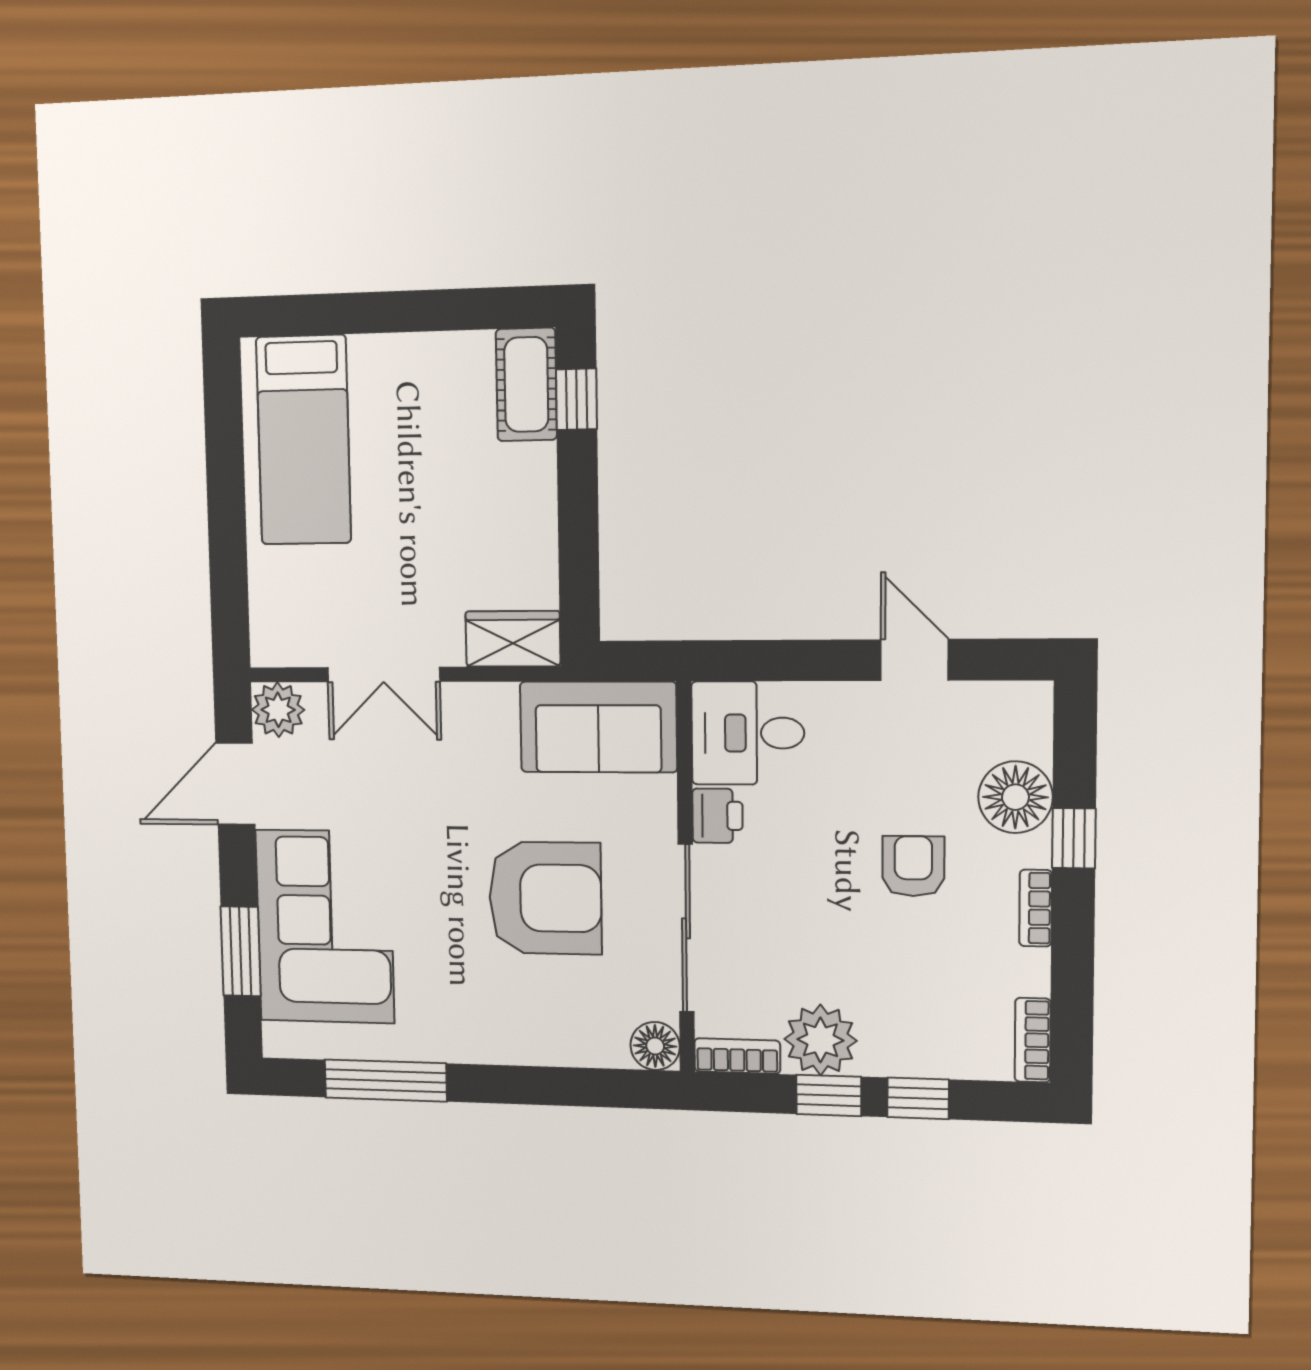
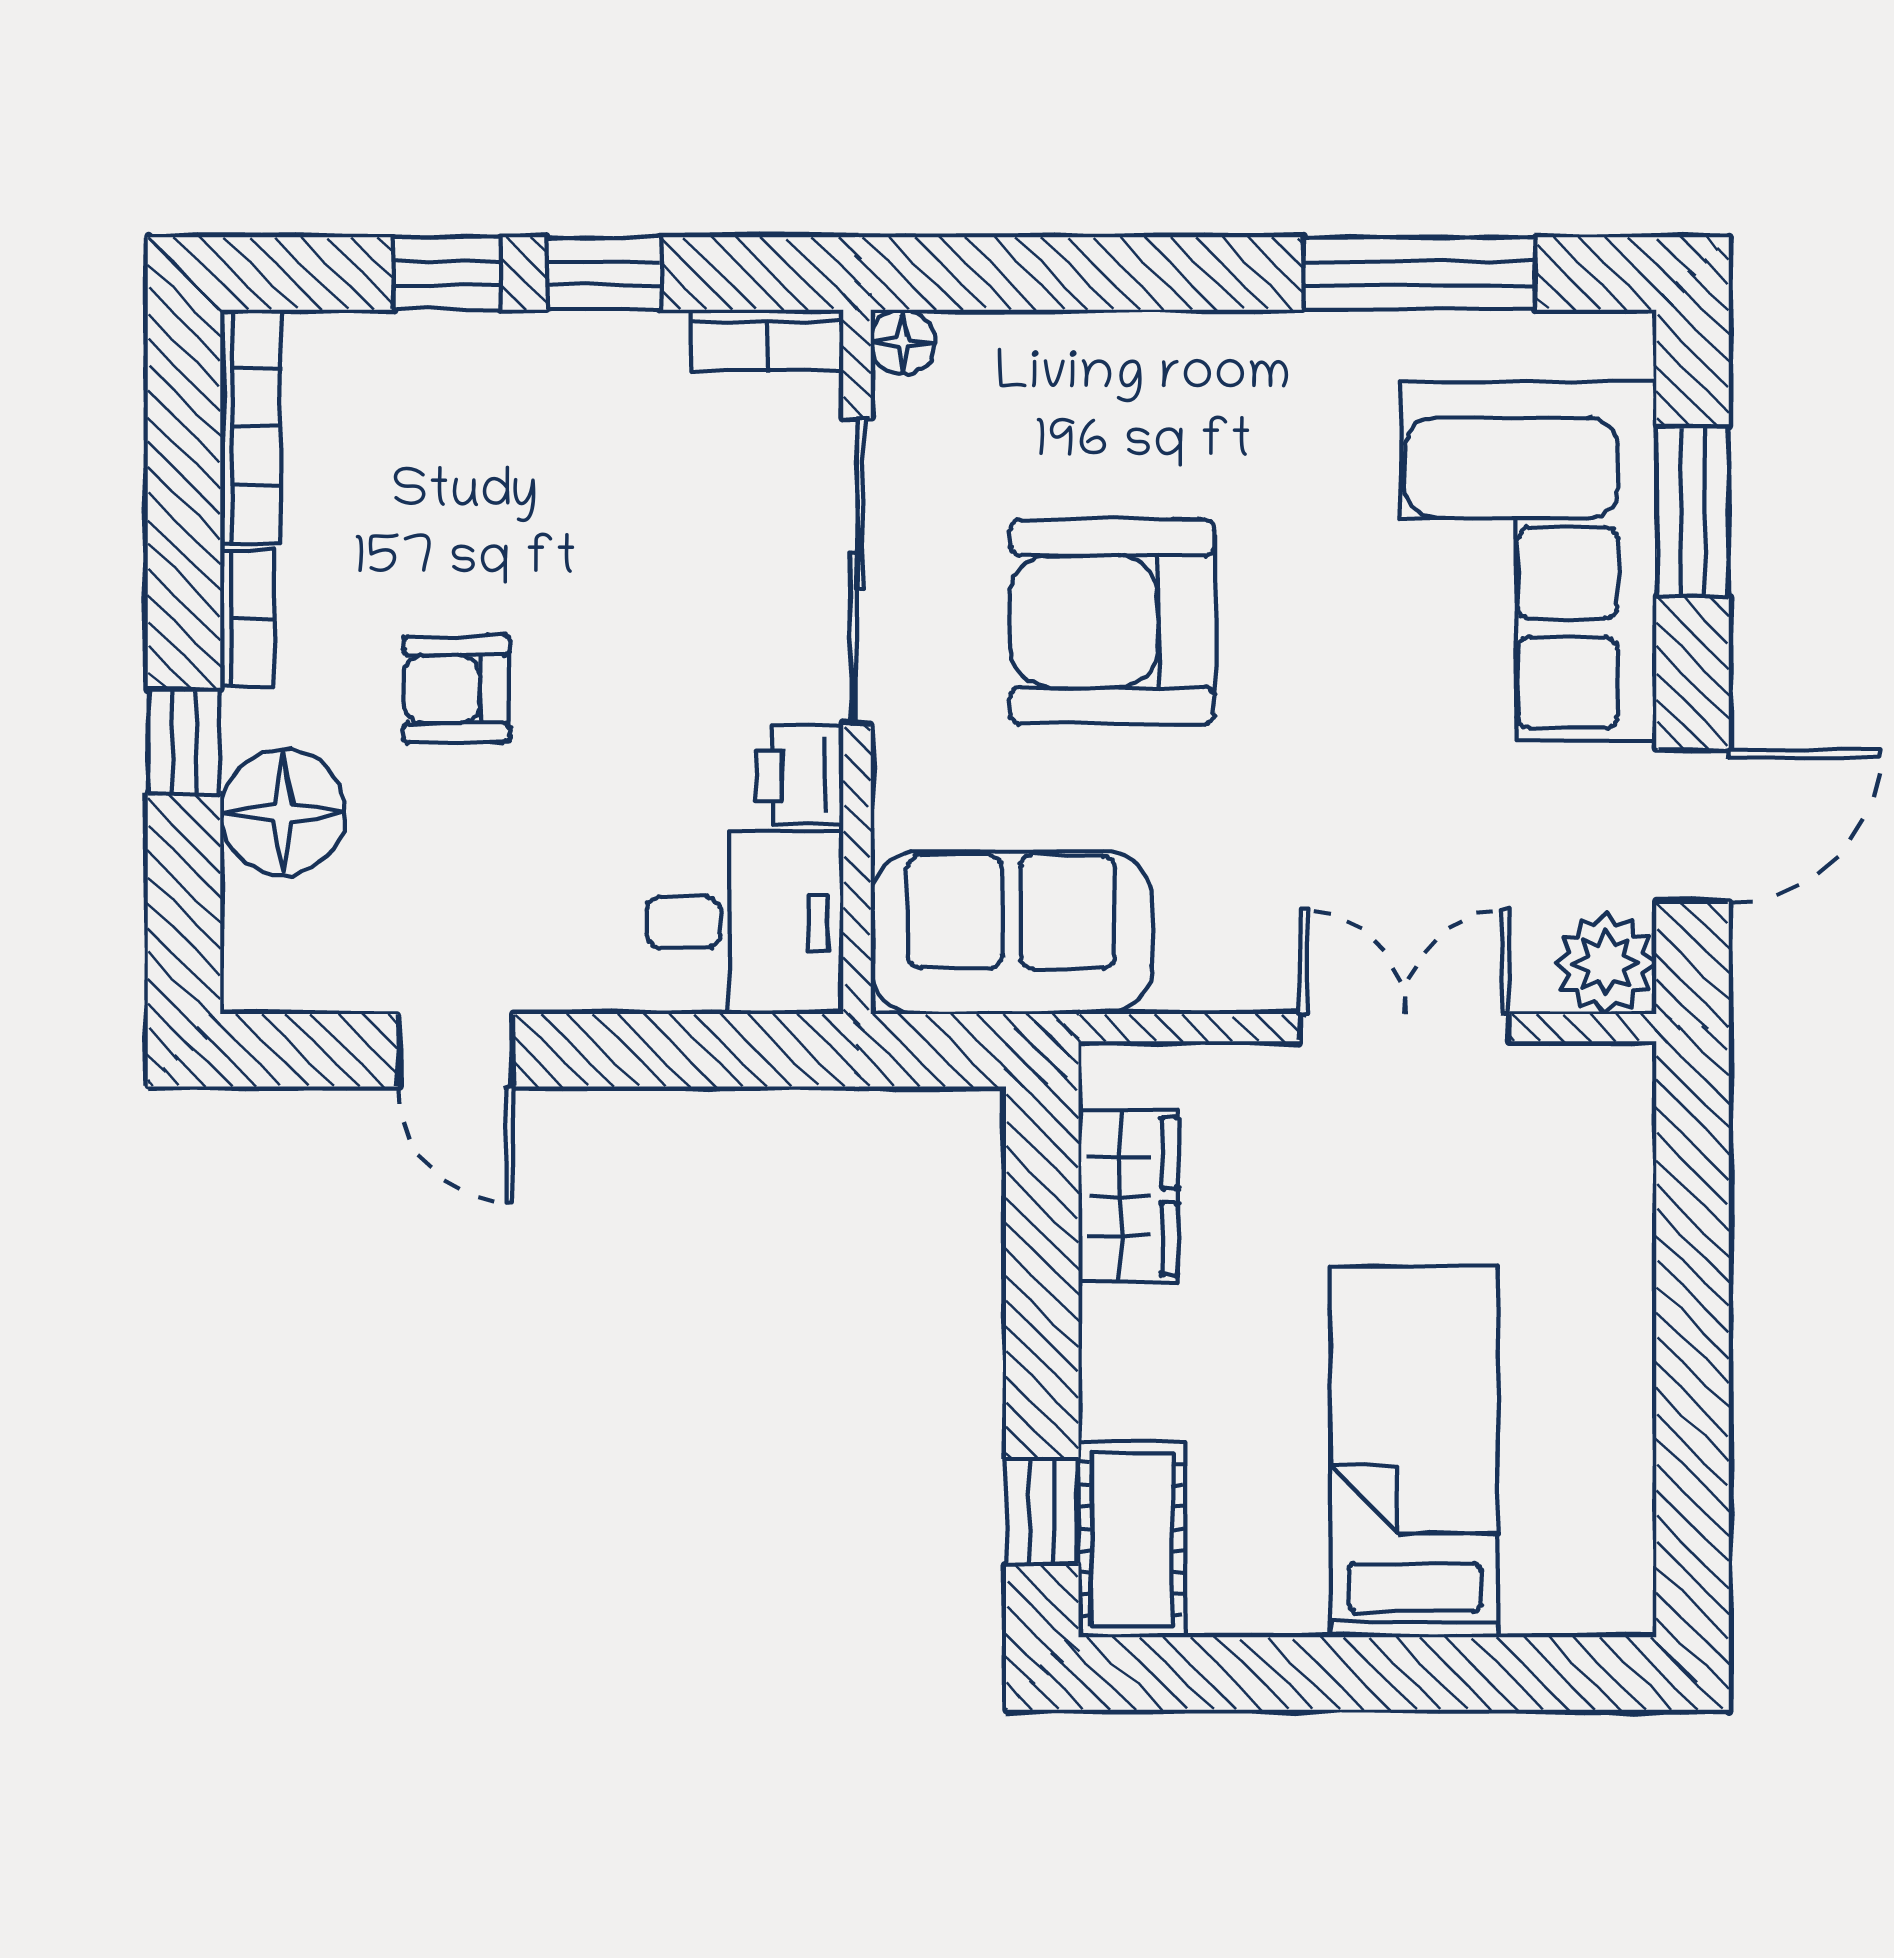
bed: (304, 440) -> (1414, 1452), moved
wardrobe: (513, 639) -> (1128, 1196), moved, turned -90
armchair: (913, 866) -> (456, 689), turned 90
plant: (820, 1040) -> (618, 374), removed
bookcase: (1033, 1040) -> (250, 427), width x1.56
floor lamp: (655, 1046) -> (903, 342), width x0.73, depth x0.73

